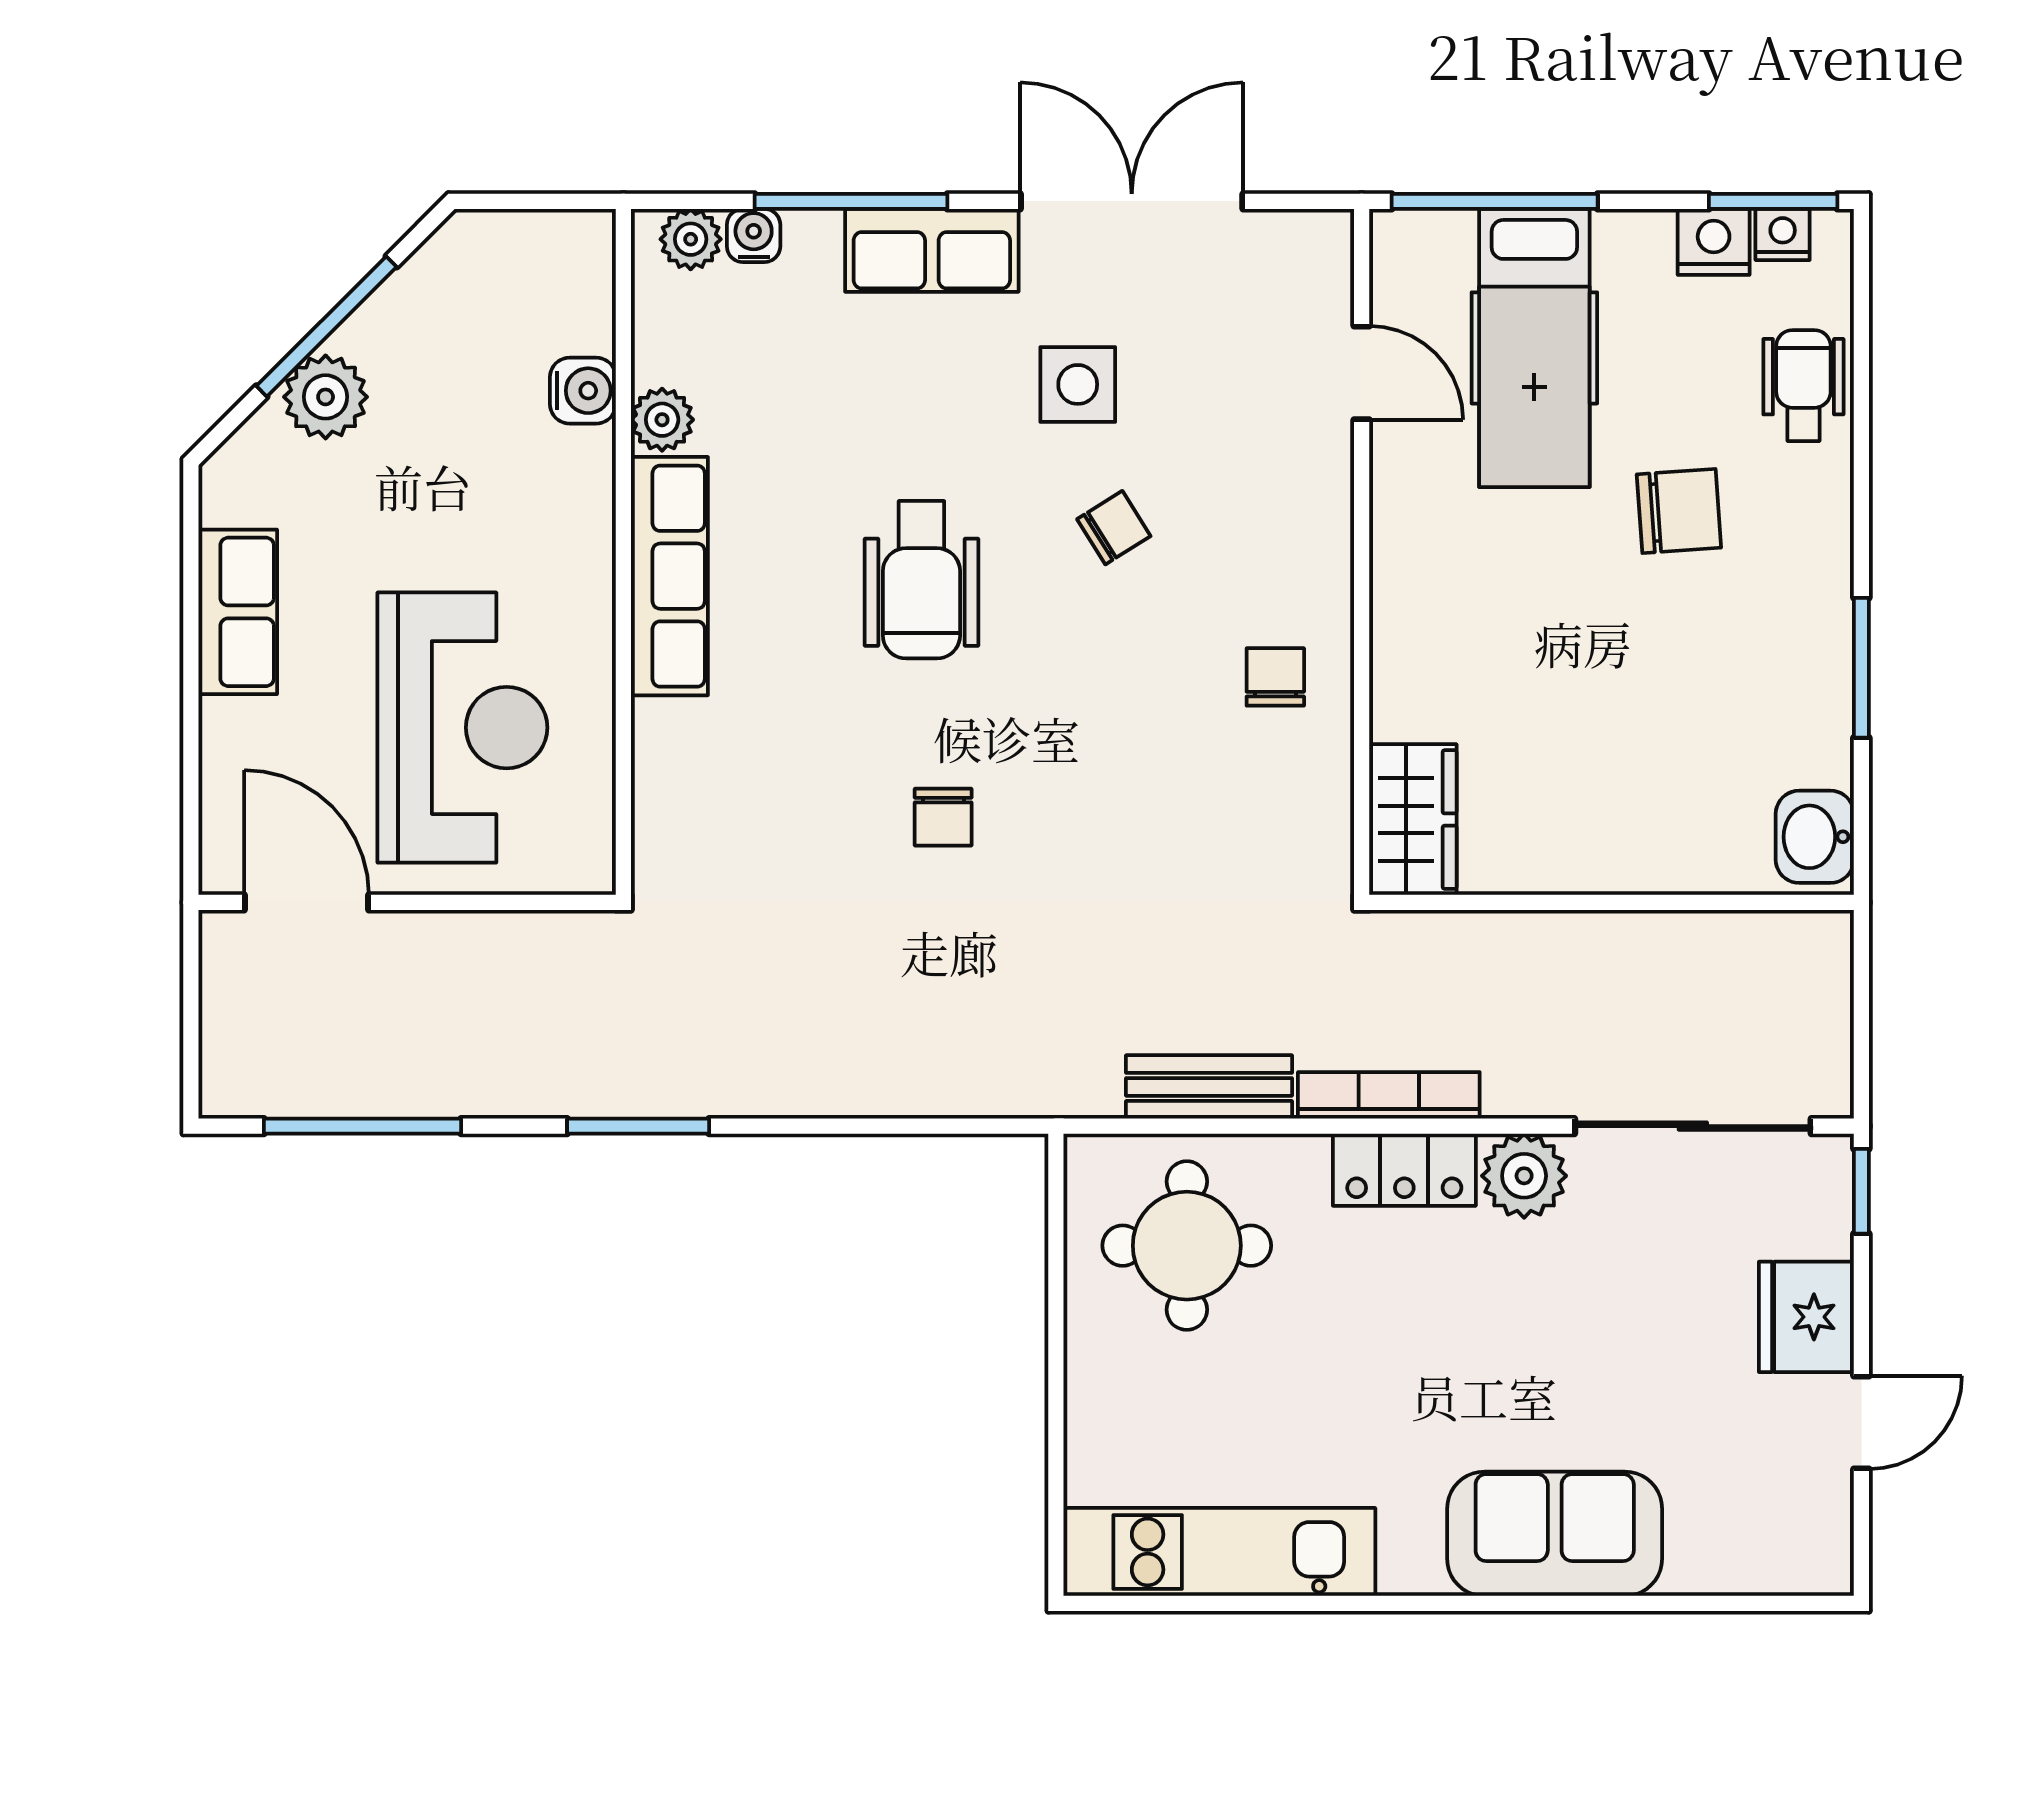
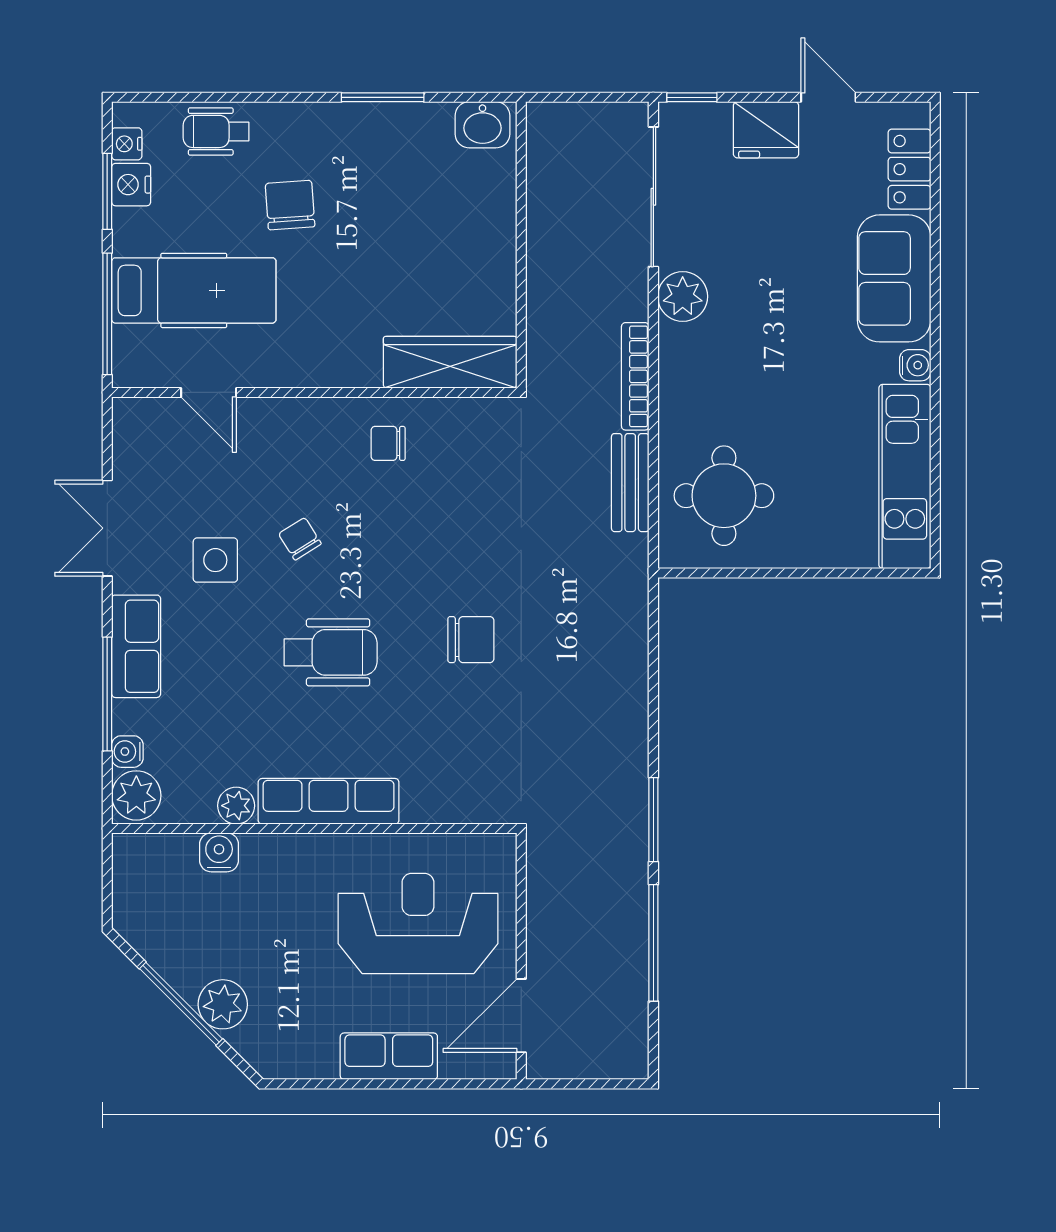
double door: (1132, 201) -> (107, 528), width x0.73
window: (1773, 201) -> (107, 191), moved
plant: (691, 239) -> (136, 795), width x1.38, depth x1.38
door: (1362, 373) -> (209, 392), swing flipped
row of seats: (238, 612) -> (389, 1056), moved
chair: (943, 817) -> (471, 640), width x1.37, depth x1.37
wardrobe: (1413, 820) -> (450, 362), width x1.50
window: (363, 1126) -> (653, 943), moved
locker: (1404, 1170) -> (909, 169), moved, turned 180
water cooler: (1408, 1569) -> (915, 365), added

